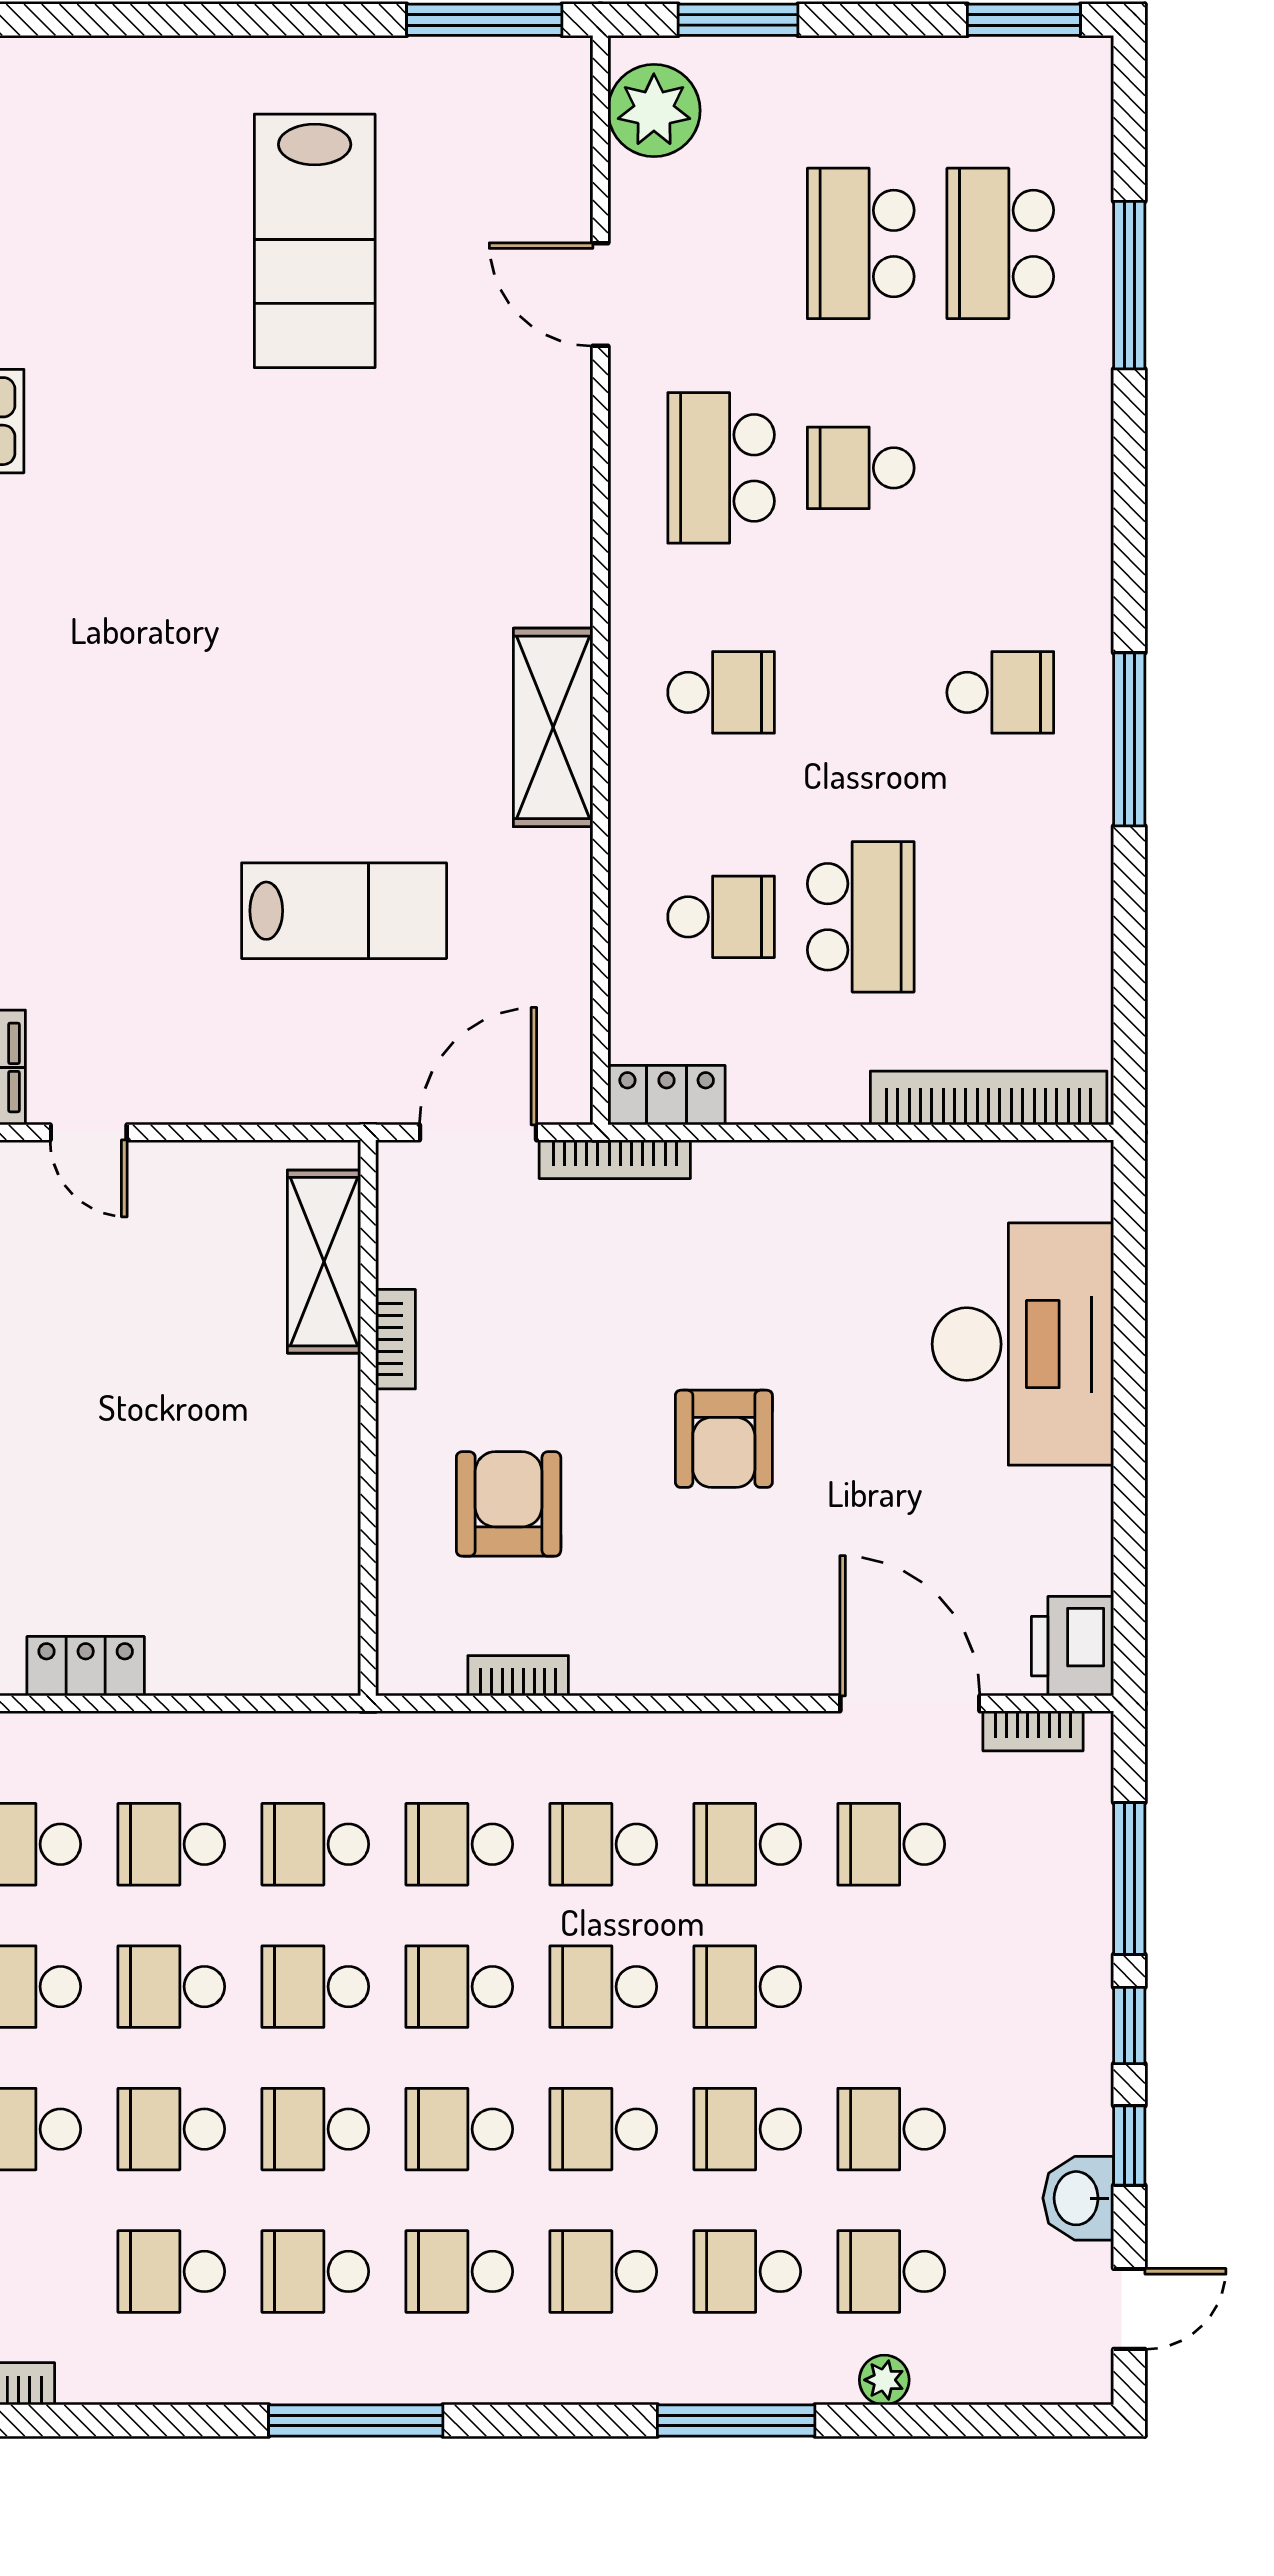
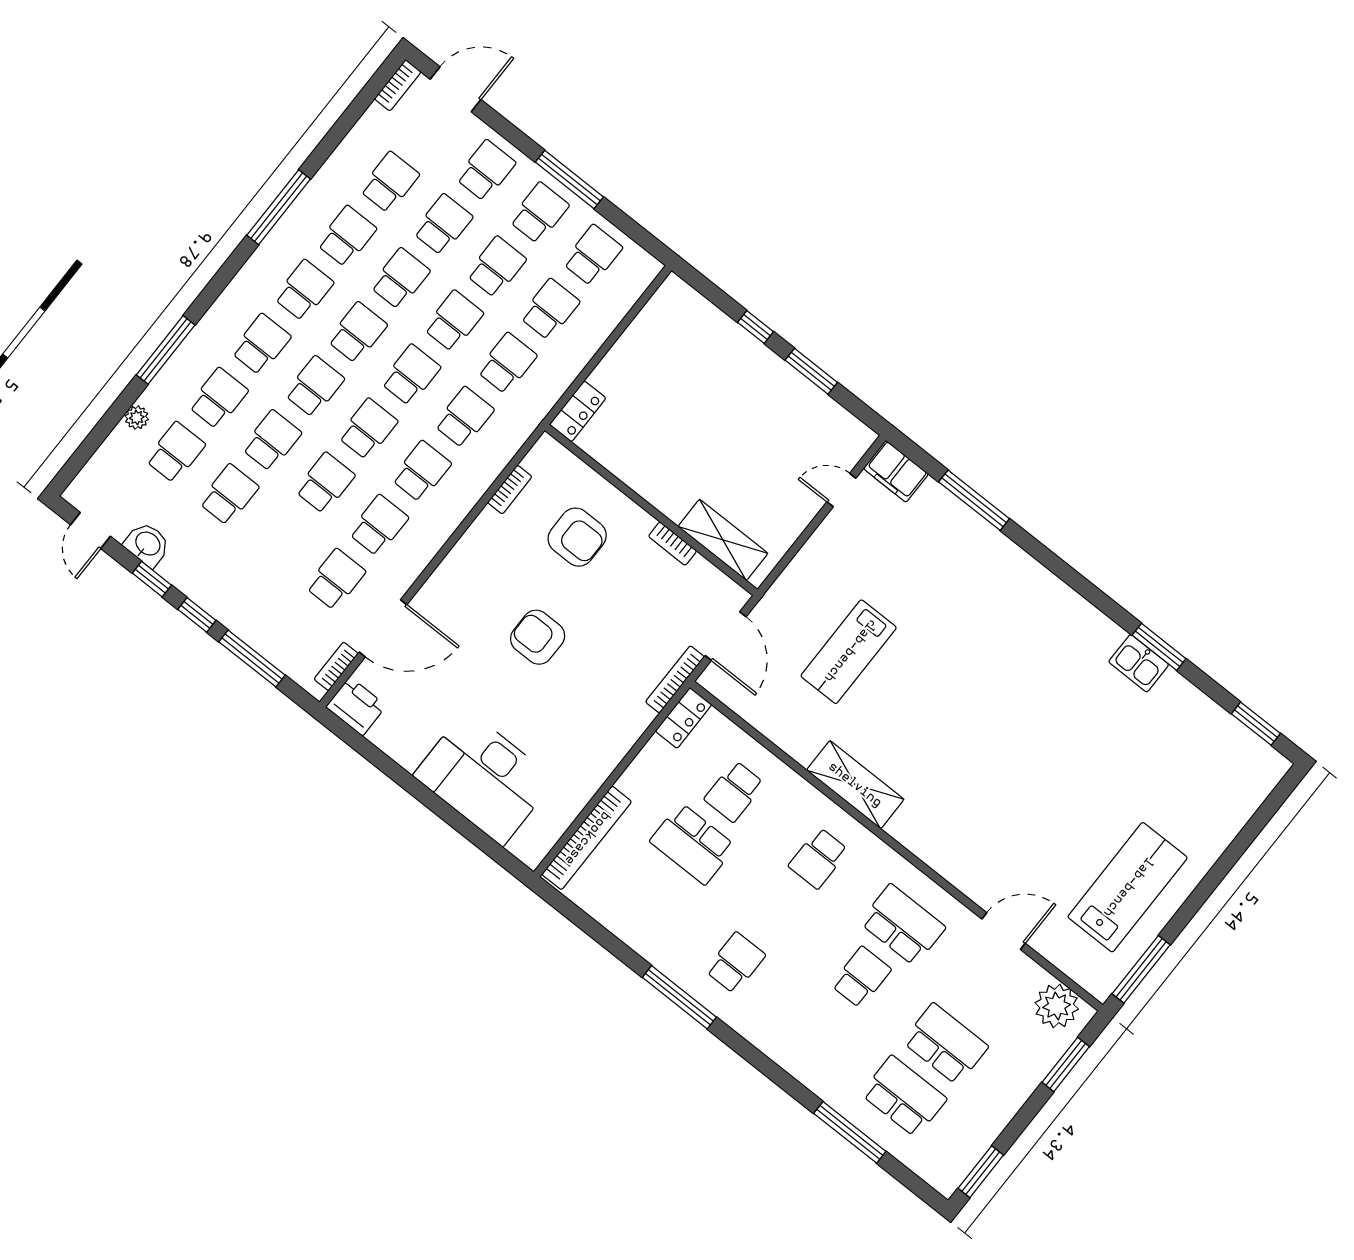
lab bench: (315, 241) -> (1128, 887), moved, turned 90
school desk: (1000, 692) -> (735, 963), turned 180
locker: (86, 1666) -> (578, 411), moved

